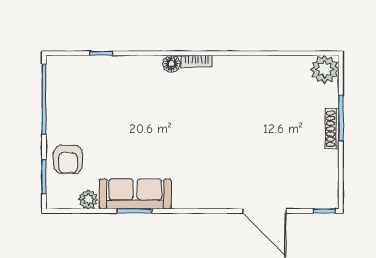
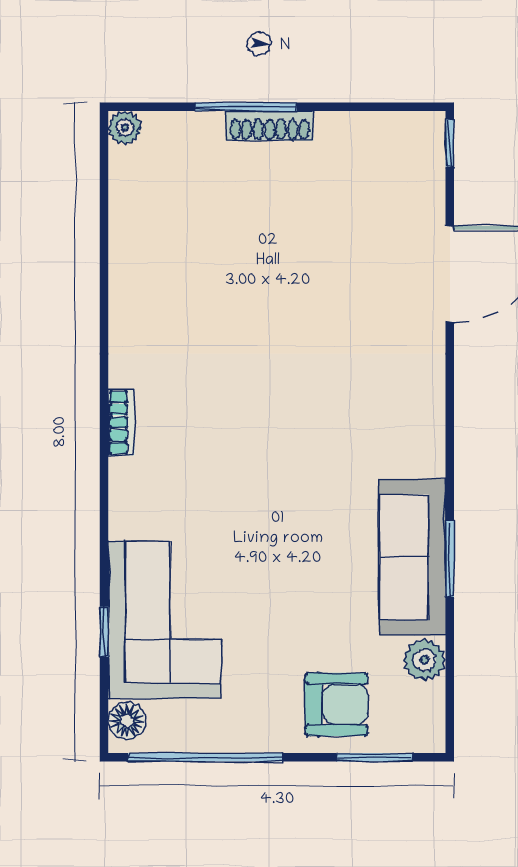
floor lamp: (171, 64) -> (127, 721), moved
plant: (325, 69) -> (125, 128), width x0.53, depth x0.53
corner sofa: (107, 81) -> (164, 620), added

